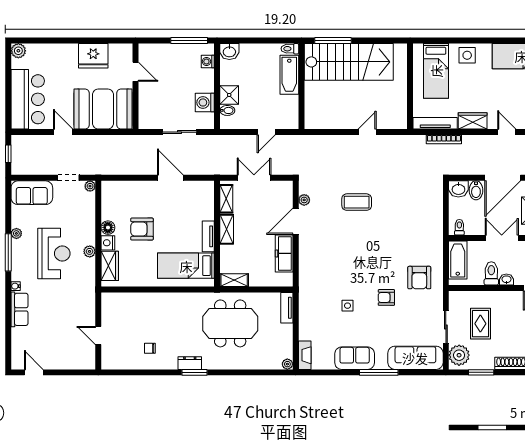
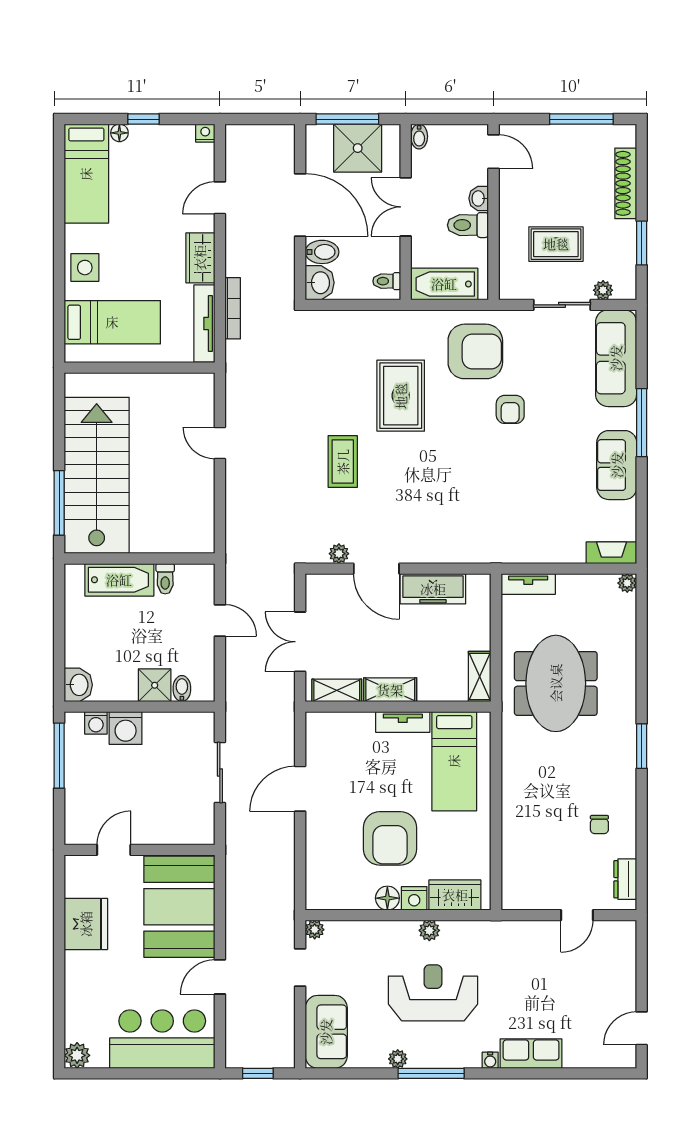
toilet: (290, 49) -> (165, 579), moved
washing machine: (205, 102) -> (126, 728), moved
armchair: (142, 229) -> (390, 838), width x1.36, depth x1.36
rug: (394, 235) -> (401, 396), added
armchair: (419, 278) -> (475, 351), width x1.36, depth x1.36
side table: (347, 306) -> (525, 478), removed
plant: (459, 355) -> (603, 290), width x0.53, depth x0.53
dresser: (190, 363) -> (625, 879), moved

